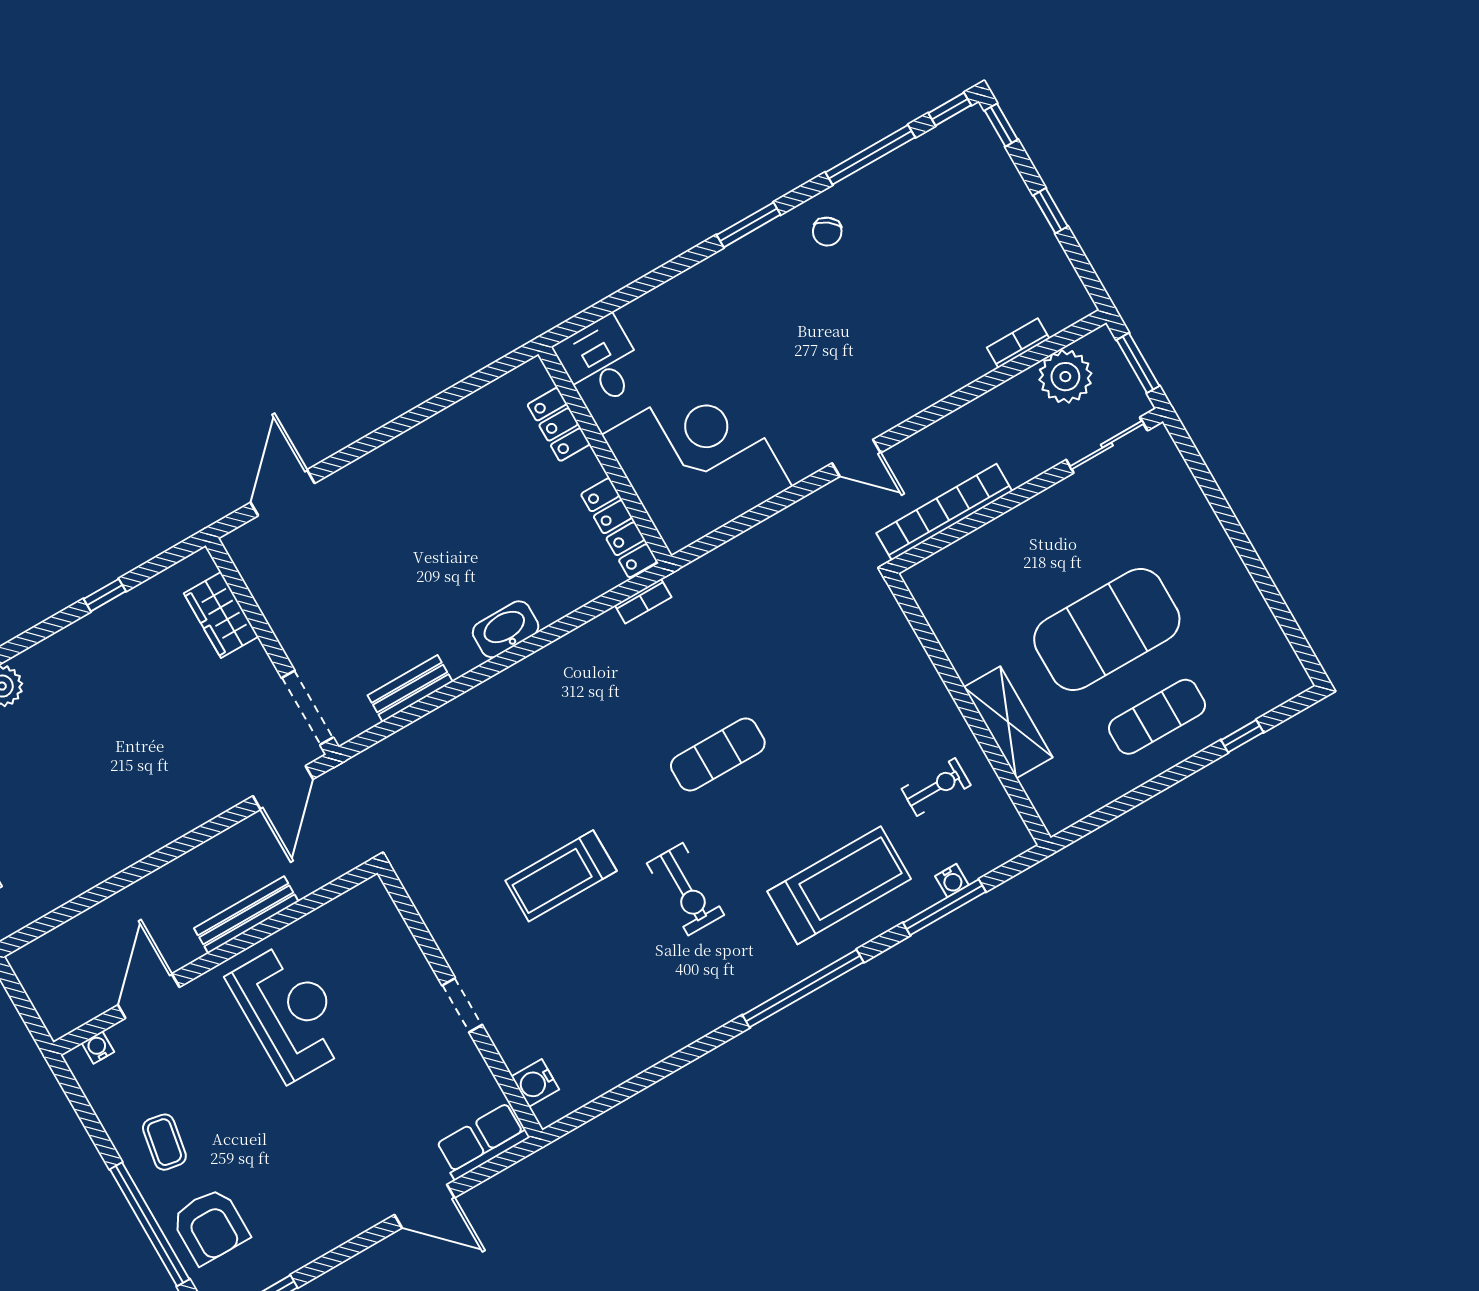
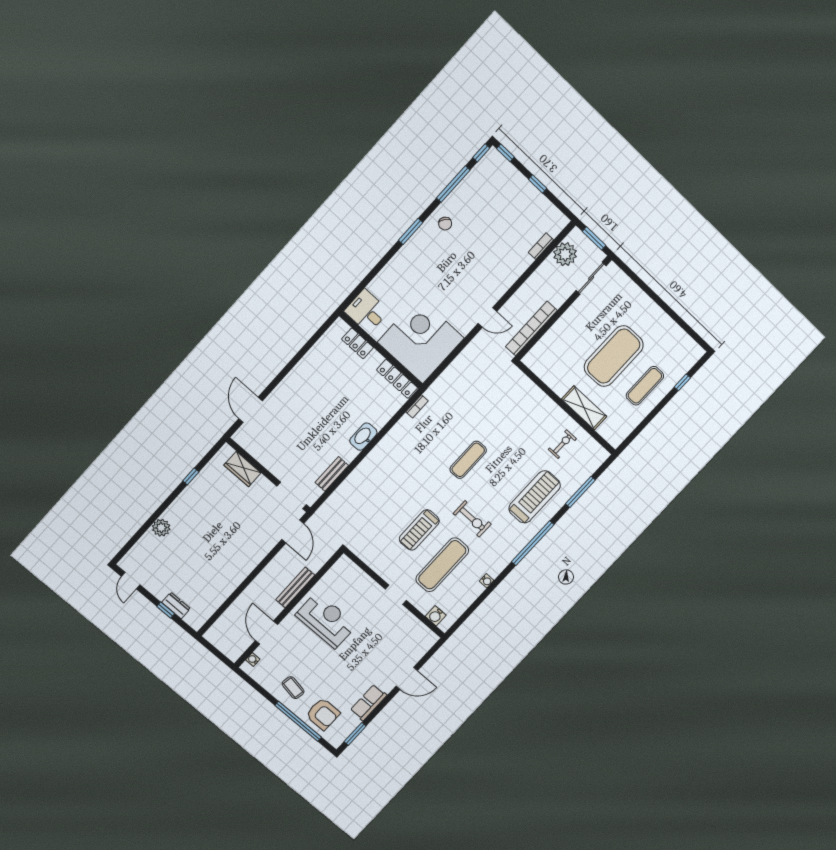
water cooler: (952, 881) -> (487, 581), moved
exercise mat: (587, 971) -> (442, 565), added
row of seats: (482, 1141) -> (369, 703), moved

